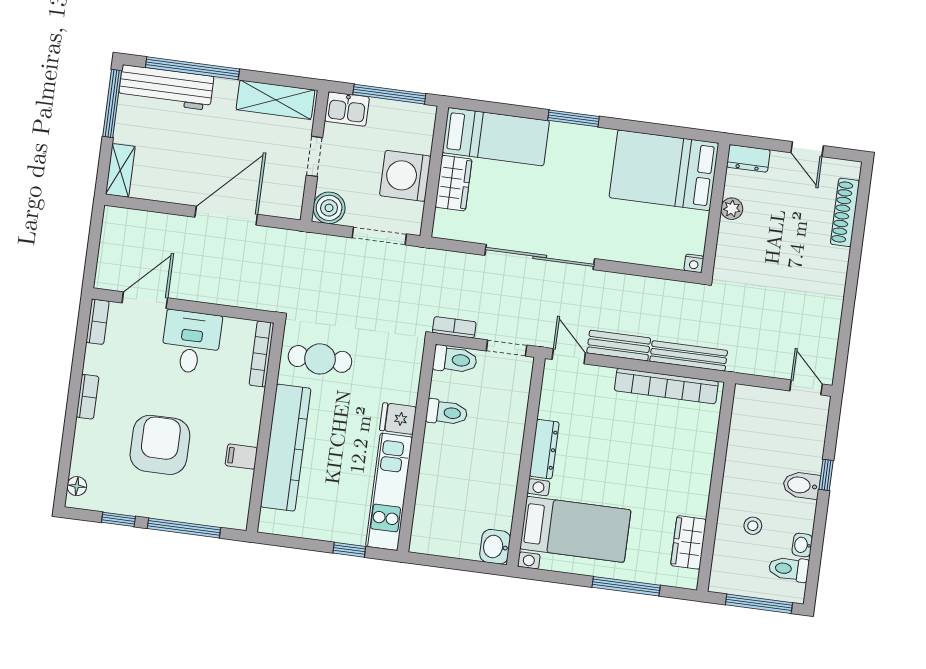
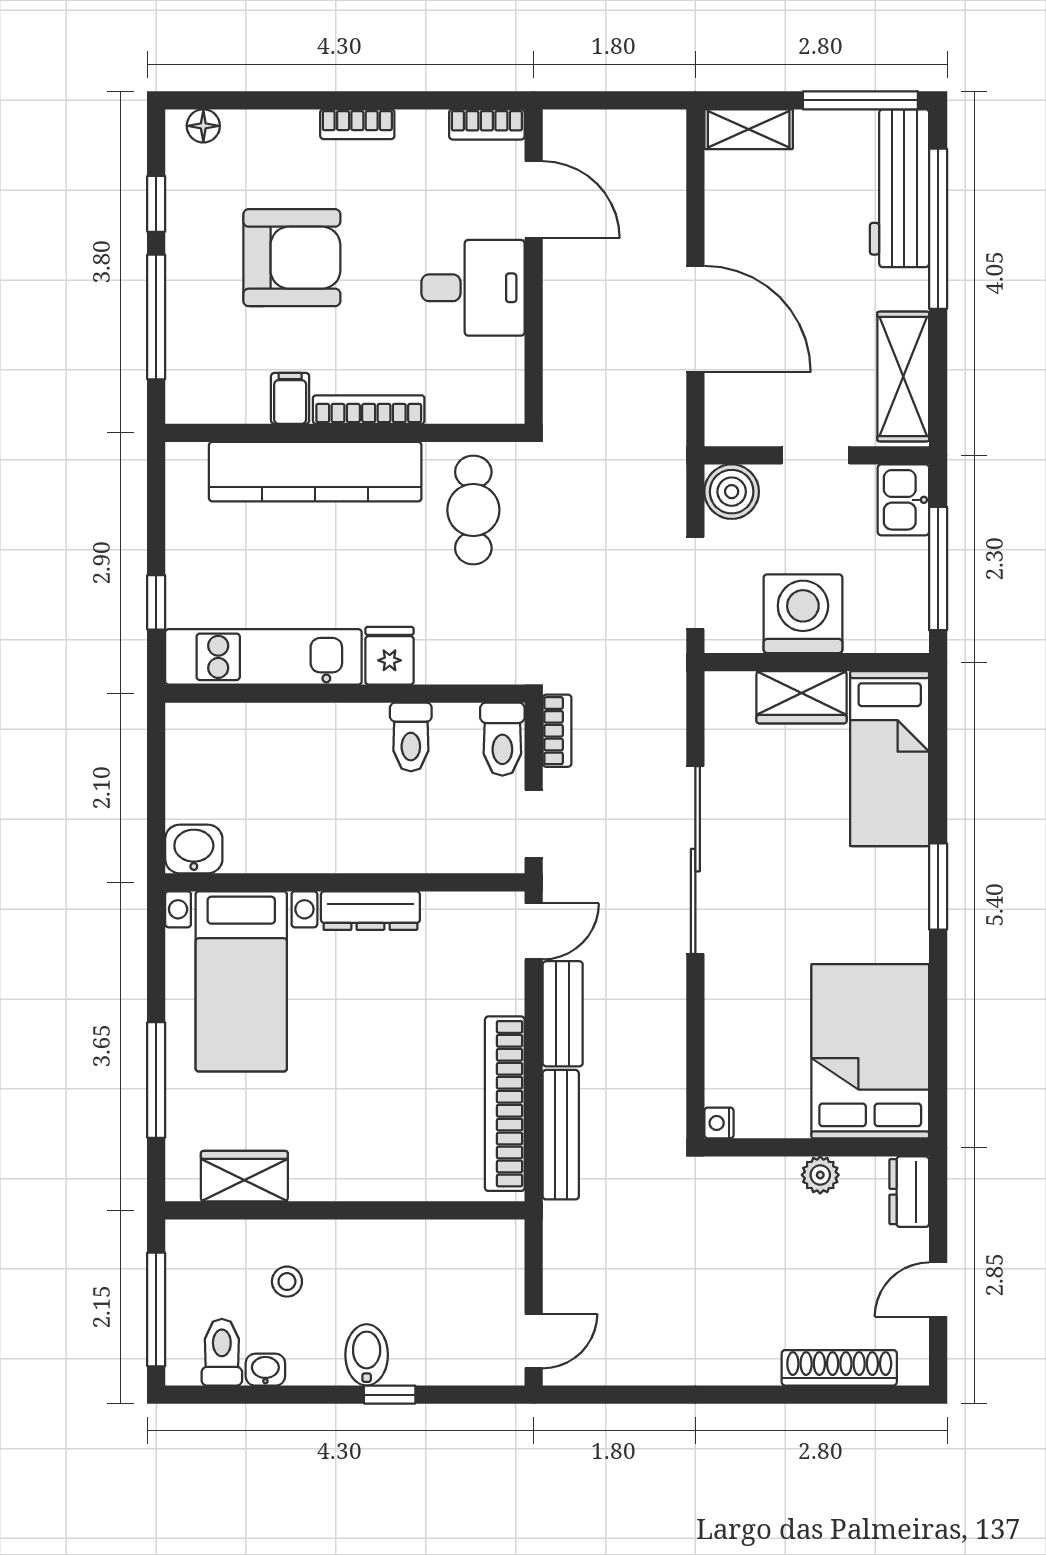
bookcase: (261, 354) -> (369, 410), moved

